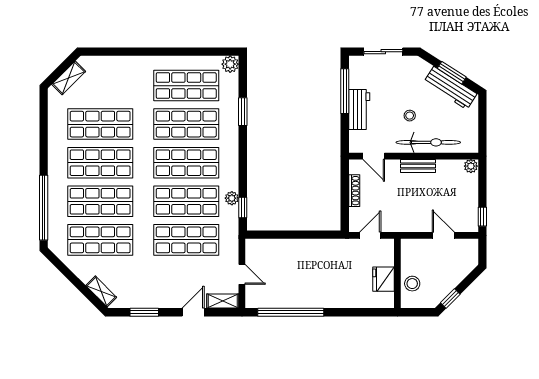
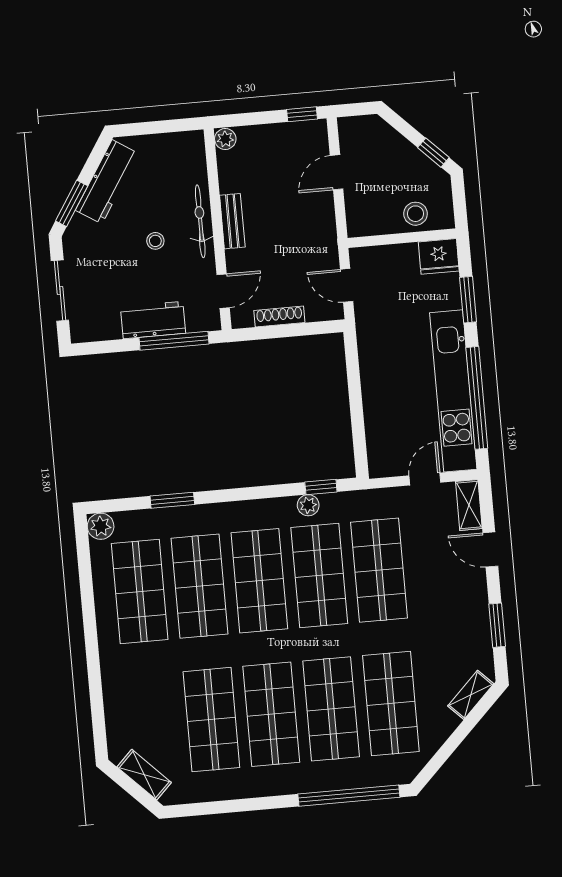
window: (452, 73) -> (72, 203), moved
window: (345, 91) -> (174, 341), moved
bicycle: (428, 142) -> (200, 221), width x0.73, depth x0.71
fridge: (384, 279) -> (439, 256), moved
kitchen unit: (297, 298) -> (453, 391), added
window: (354, 312) -> (468, 300), added

